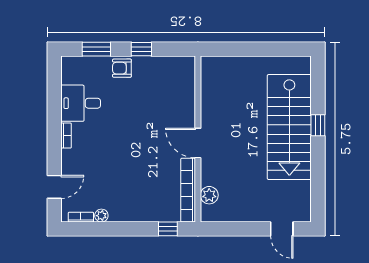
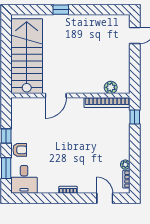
armchair: (122, 68) -> (20, 150), turned -90
desk: (81, 103) -> (24, 179), moved
stairs: (289, 127) -> (27, 56), moved, turned -90
door: (198, 143) -> (56, 96), moved

